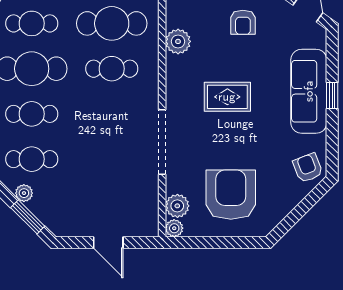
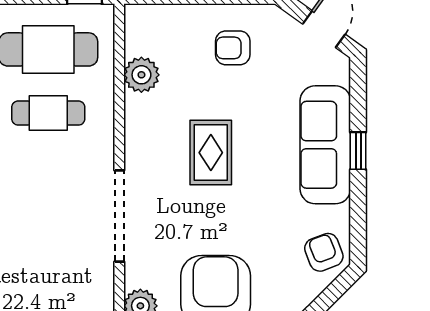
armchair: (243, 22) -> (233, 48), turned 90
rug: (227, 97) -> (211, 153), turned 90

